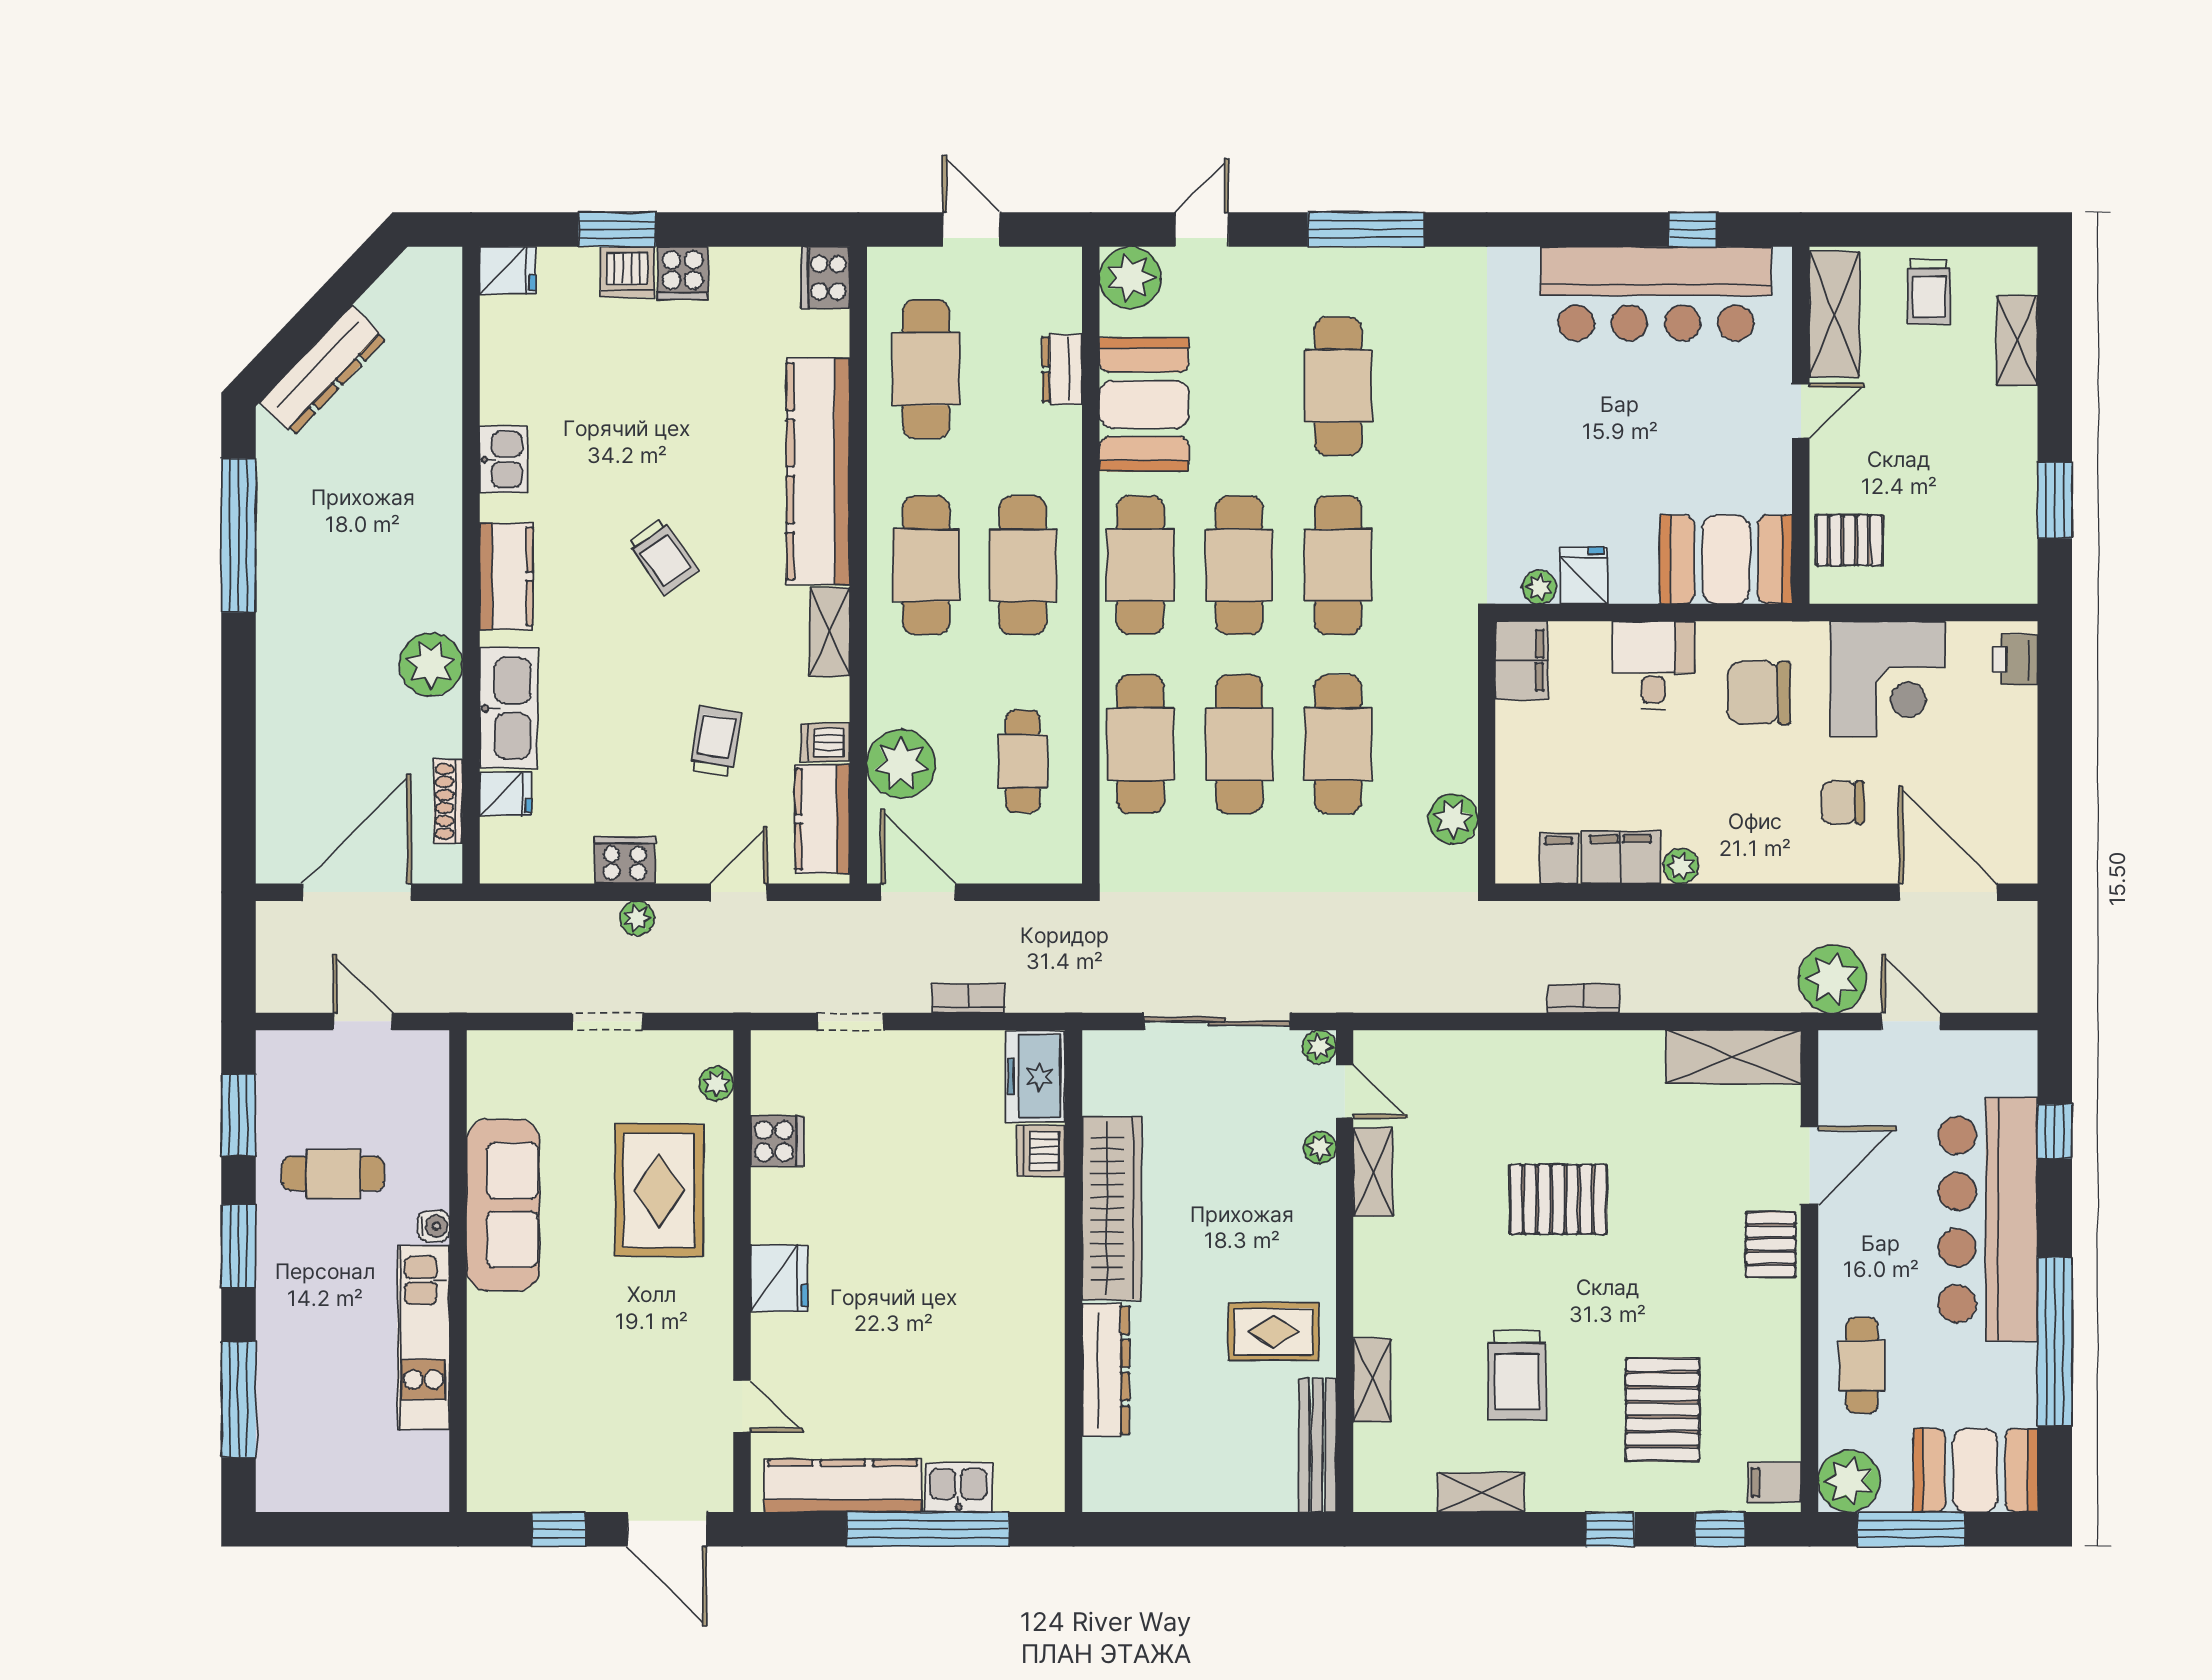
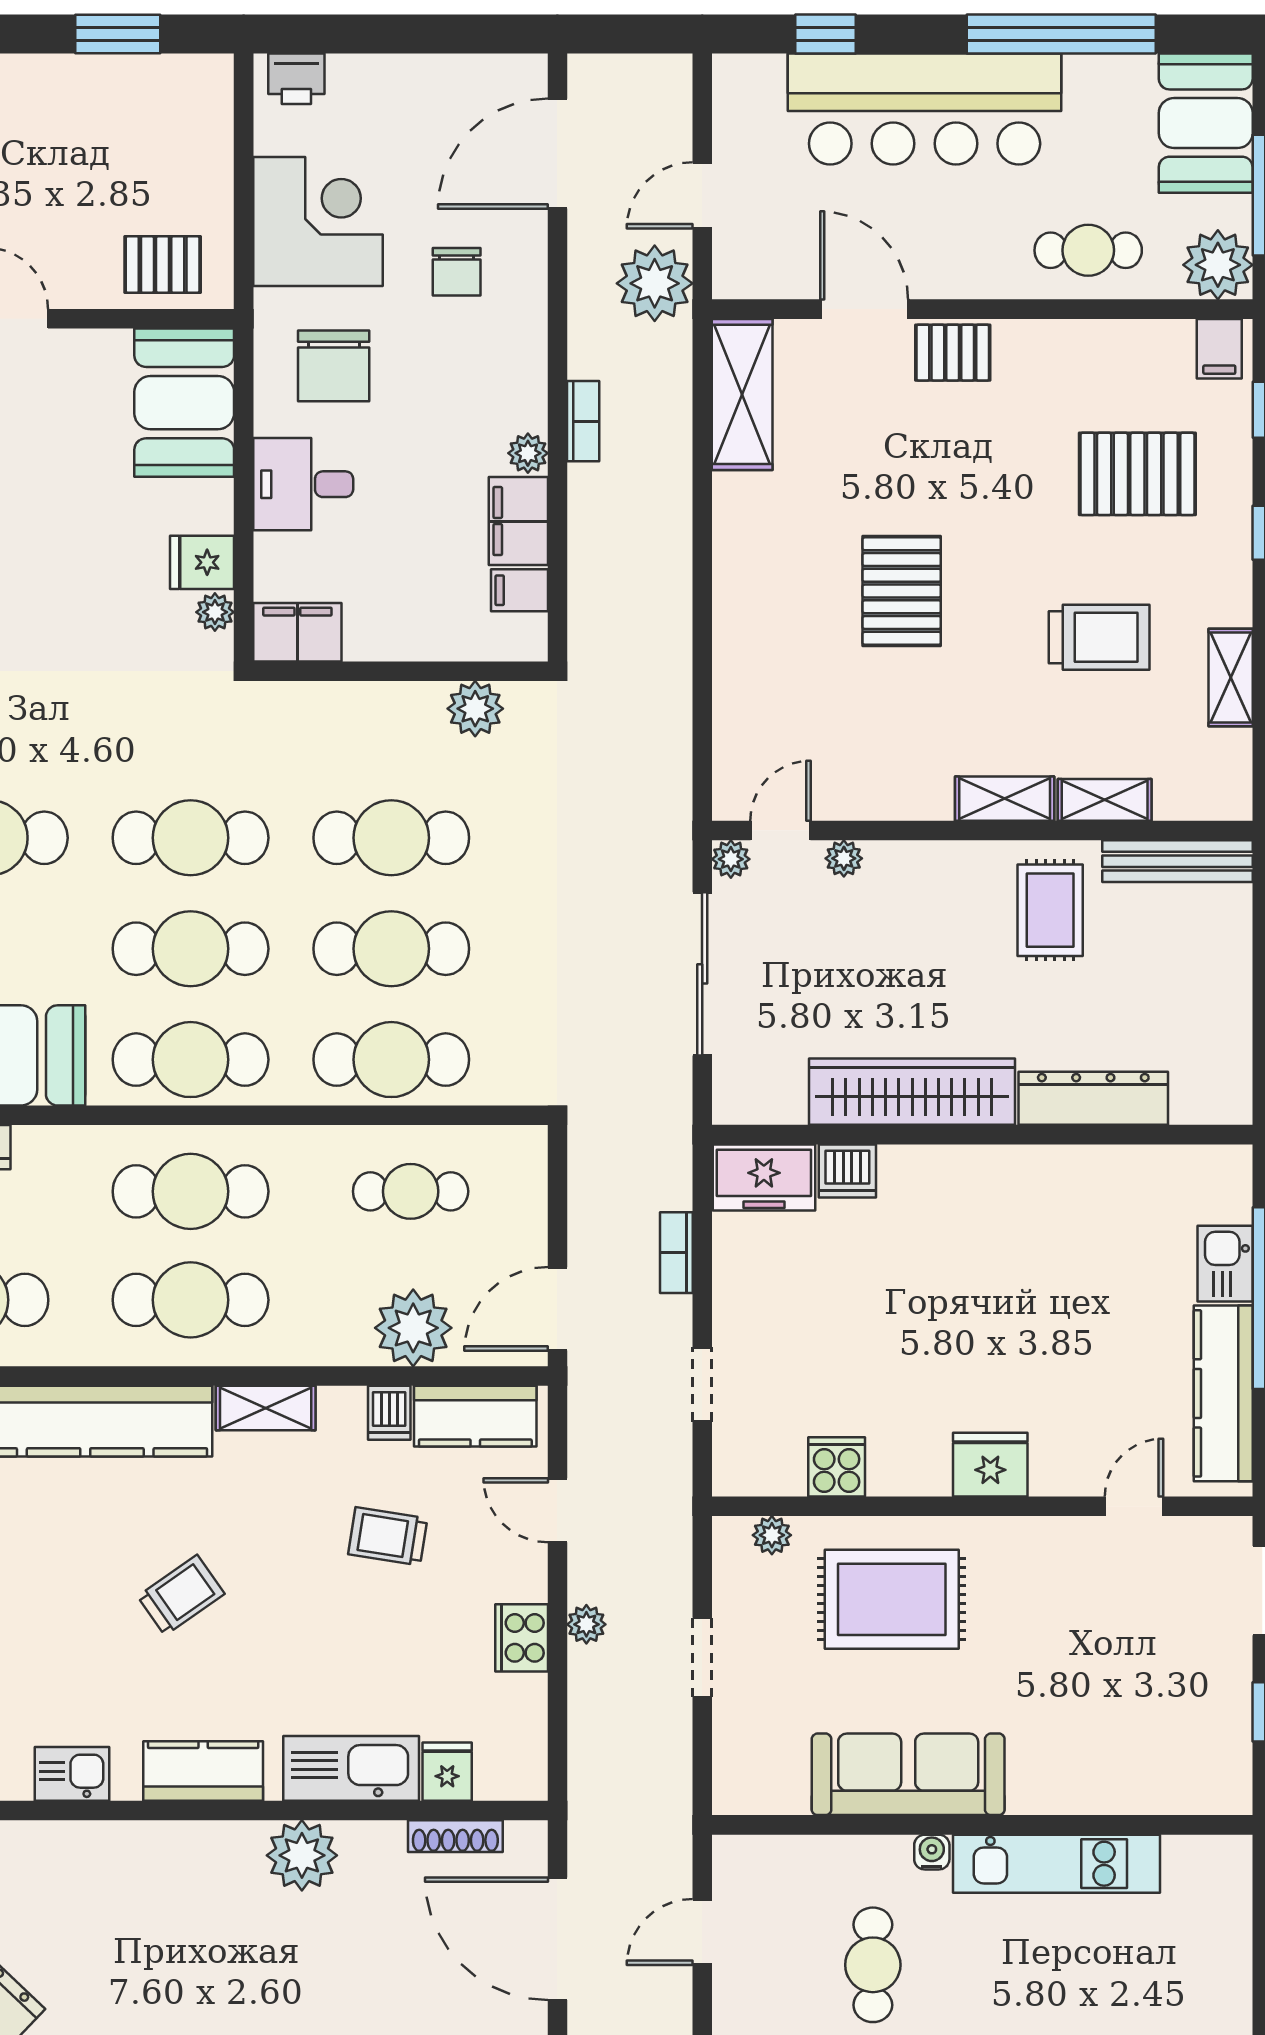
pallet: (1849, 540) -> (163, 264), turned 90
bookcase: (1584, 998) -> (583, 421), moved, turned 180
shelving: (1373, 1172) -> (1005, 799), moved

